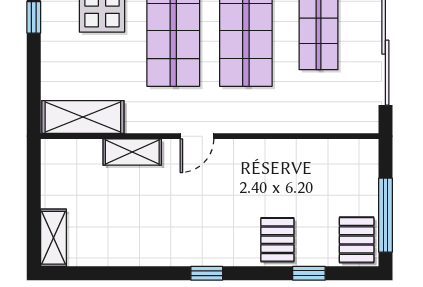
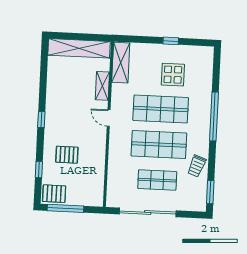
shelving: (54, 238) -> (79, 48), width x2.20, depth x1.33
pallet: (277, 240) -> (67, 155), moved

